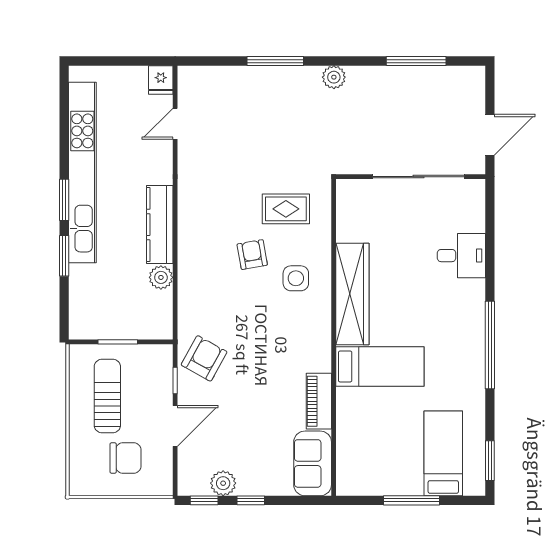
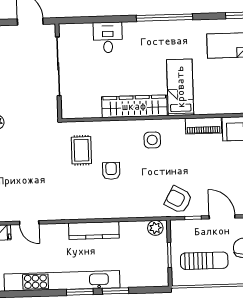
armchair: (252, 255) -> (111, 171), turned 100
plant: (161, 277) -> (155, 228), moved
side table: (296, 278) -> (152, 140), moved
sun lounger: (107, 396) -> (204, 261), turned 180

